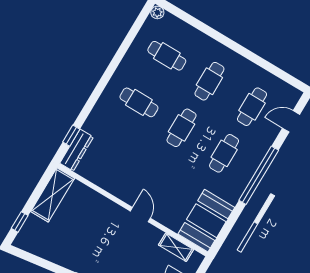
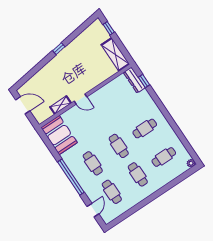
shelving: (176, 247) -> (61, 105), moved

